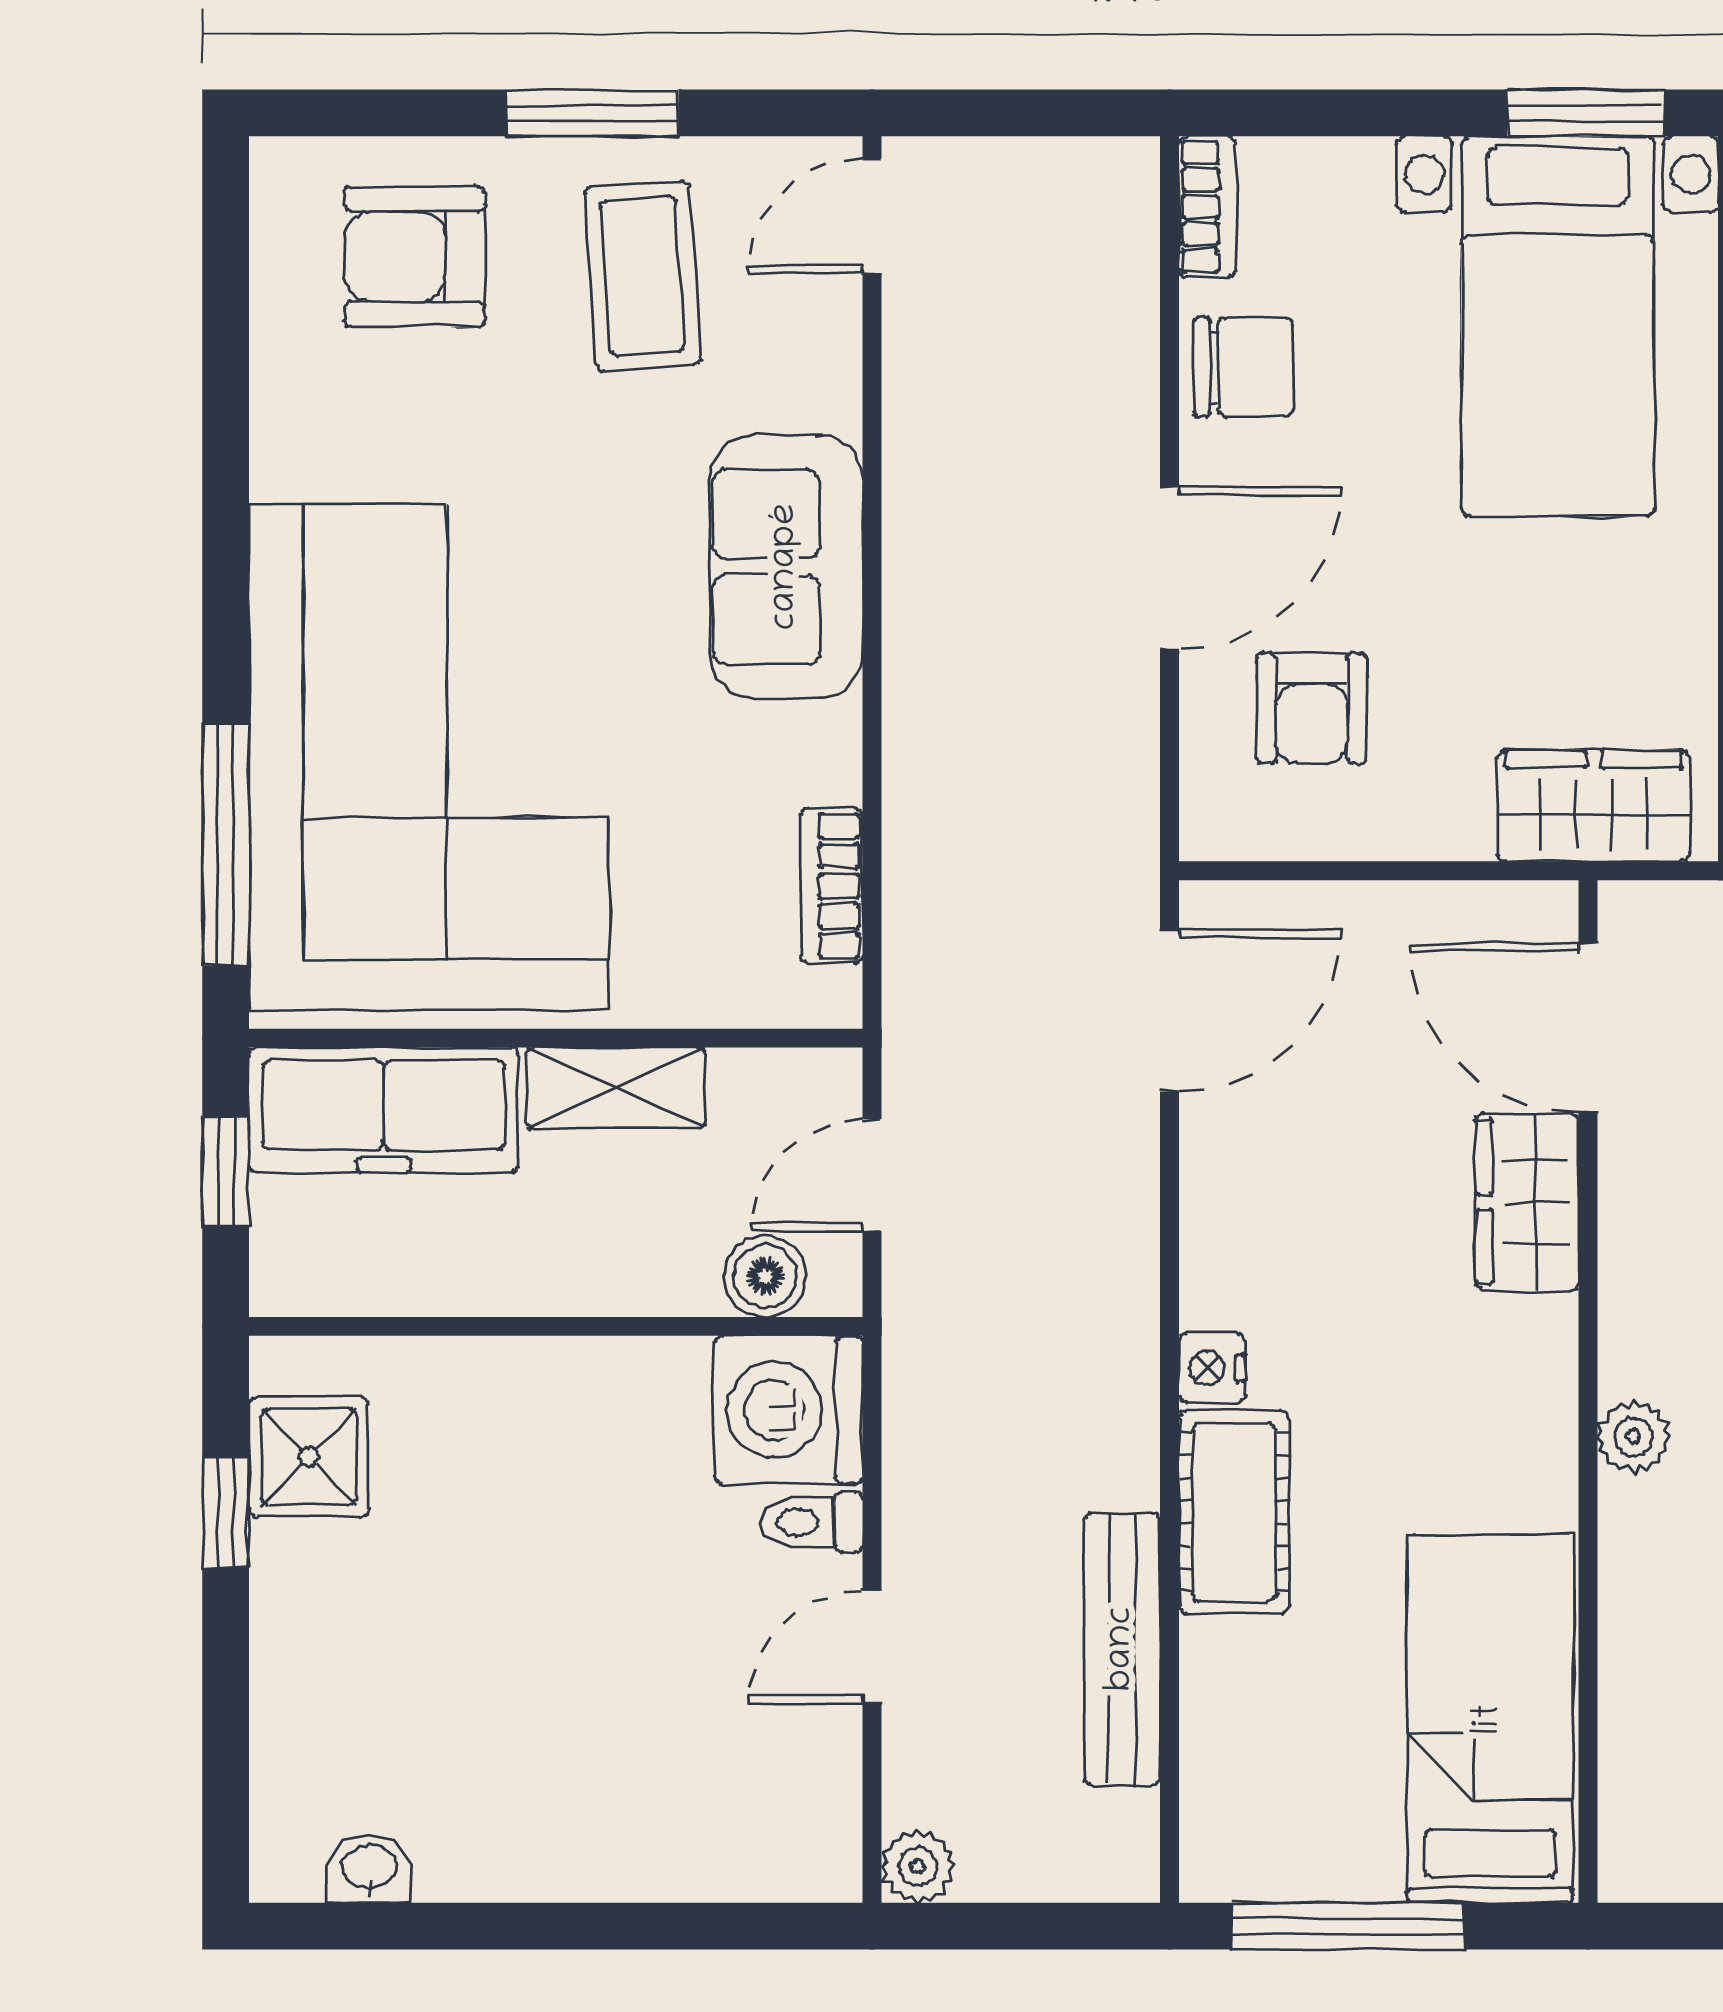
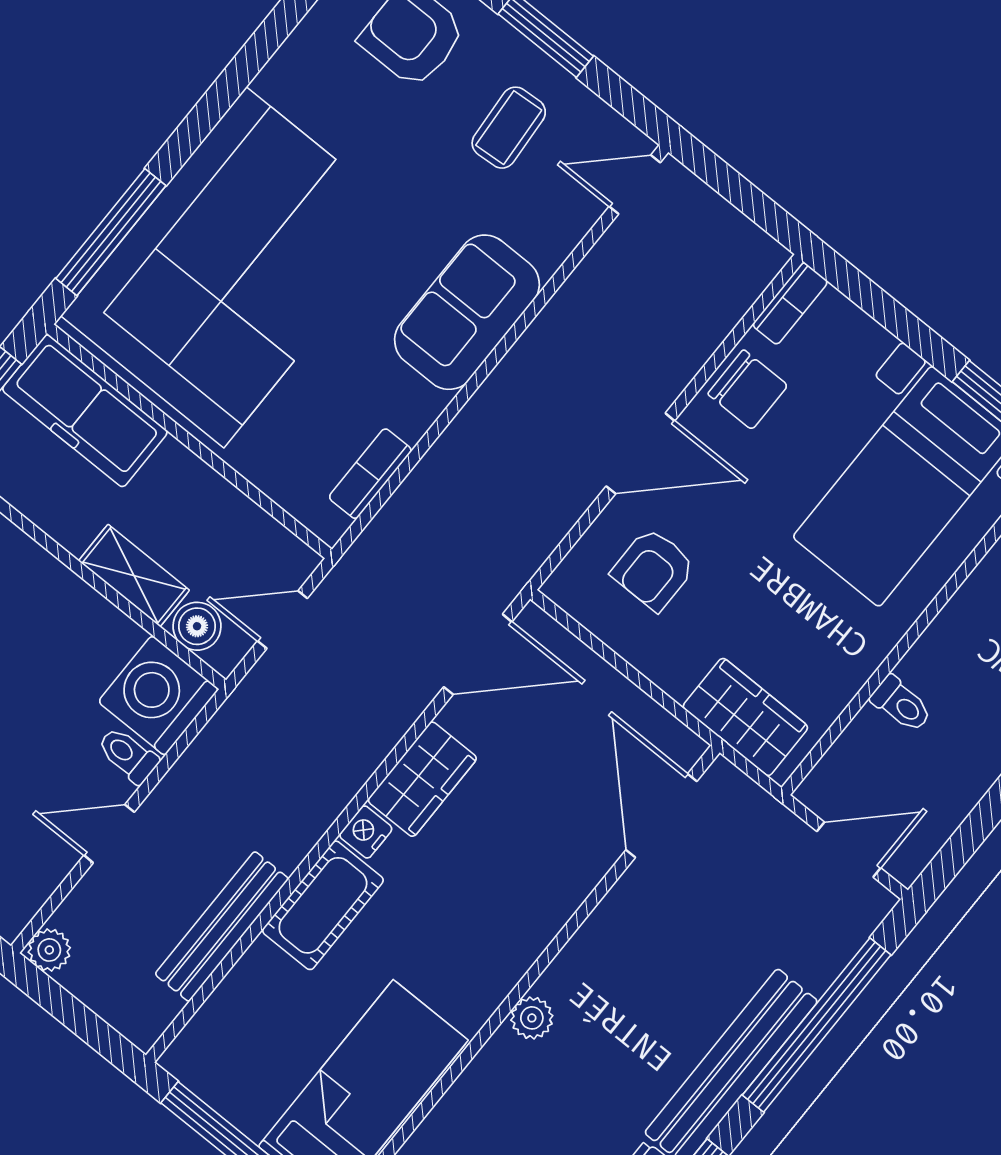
coffee table: (643, 276) -> (509, 128), width x0.73, depth x0.77
shelving: (616, 1088) -> (134, 576), moved
wardrobe: (1527, 1202) -> (422, 779), moved, turned 180

